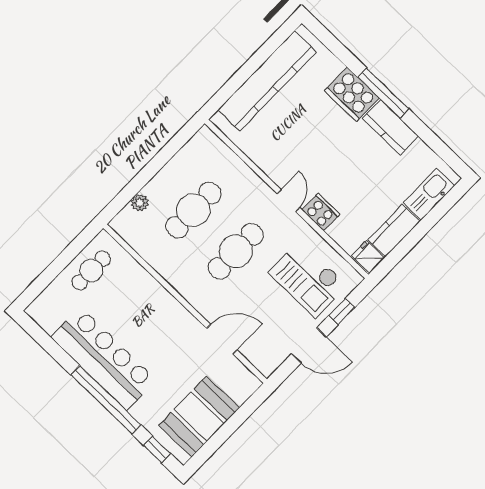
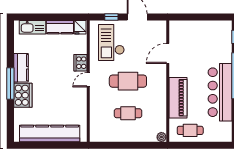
plant: (140, 203) -> (161, 137), moved
cafe table: (193, 210) -> (128, 113), width x0.73, depth x0.74
checkout: (308, 279) -> (111, 43), turned 180
piano: (150, 296) -> (178, 98), added
door: (222, 339) -> (168, 53), hinge flipped
booth: (199, 417) -> (207, 33), removed

